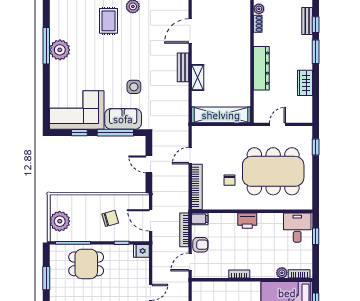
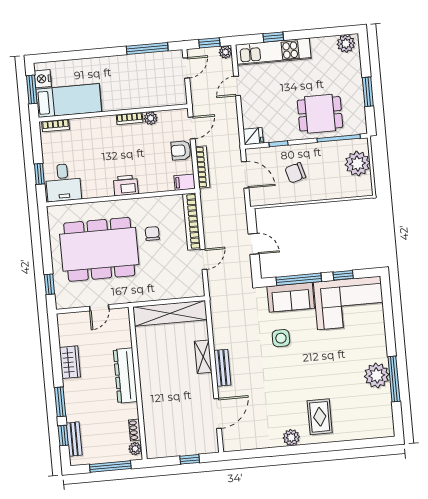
plant: (282, 273) -> (151, 118), moved

